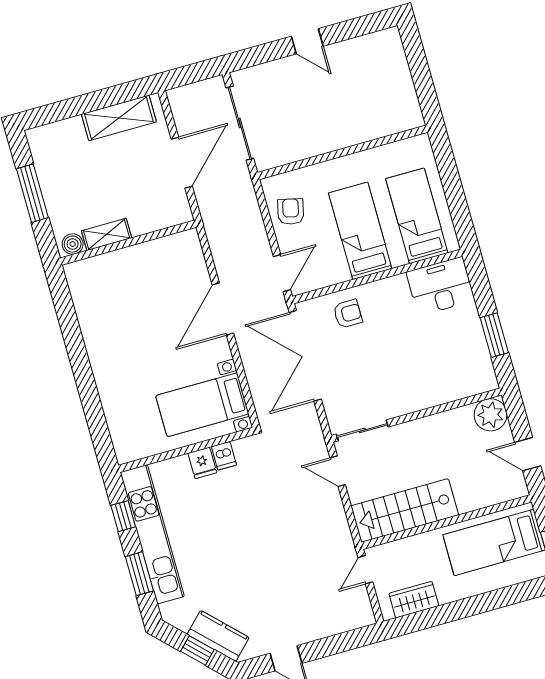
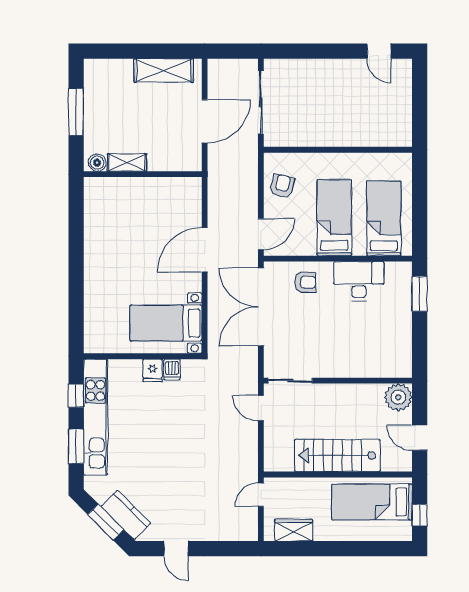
door: (307, 41) -> (379, 51), moved
desk: (441, 286) -> (359, 281), moved
window: (494, 335) -> (420, 294), moved
stairs: (405, 510) -> (337, 456), moved
window: (197, 650) -> (106, 522), width x1.50

